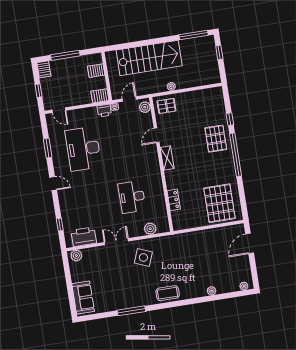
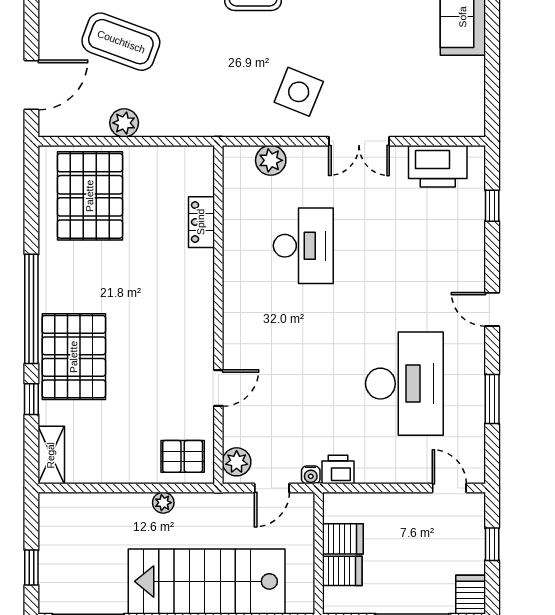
server rack: (100, 96) -> (343, 539), moved
pallet: (216, 139) -> (74, 357), width x1.37, depth x1.41
shelving: (167, 158) -> (51, 455), moved
plant: (76, 256) -> (124, 123), moved
coffee table: (217, 266) -> (121, 42), added

